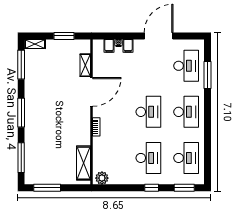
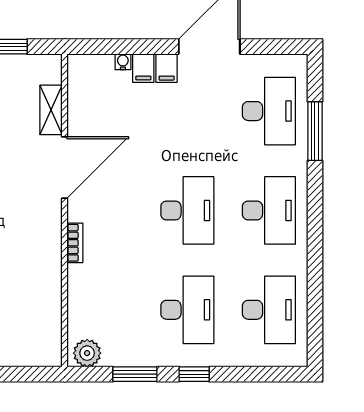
filing cabinet: (109, 46) -> (167, 68), moved
shelving: (84, 163) -> (47, 321), removed
window: (184, 188) -> (135, 374), moved

